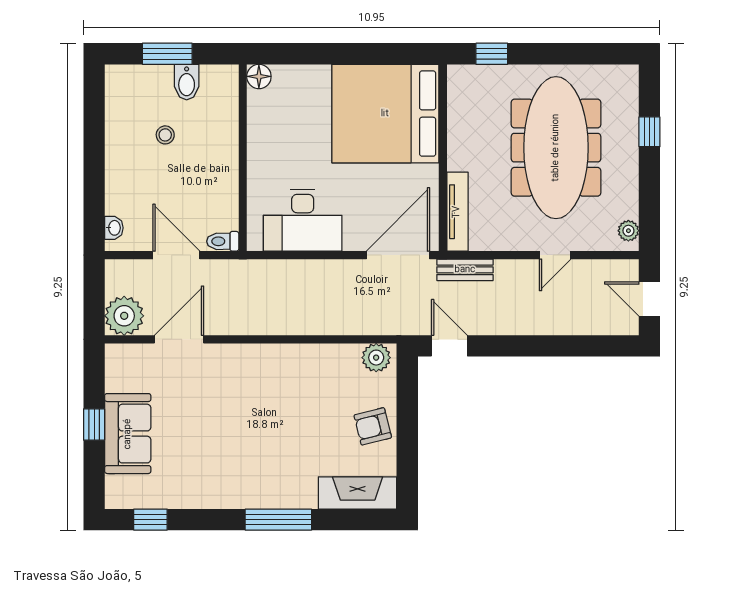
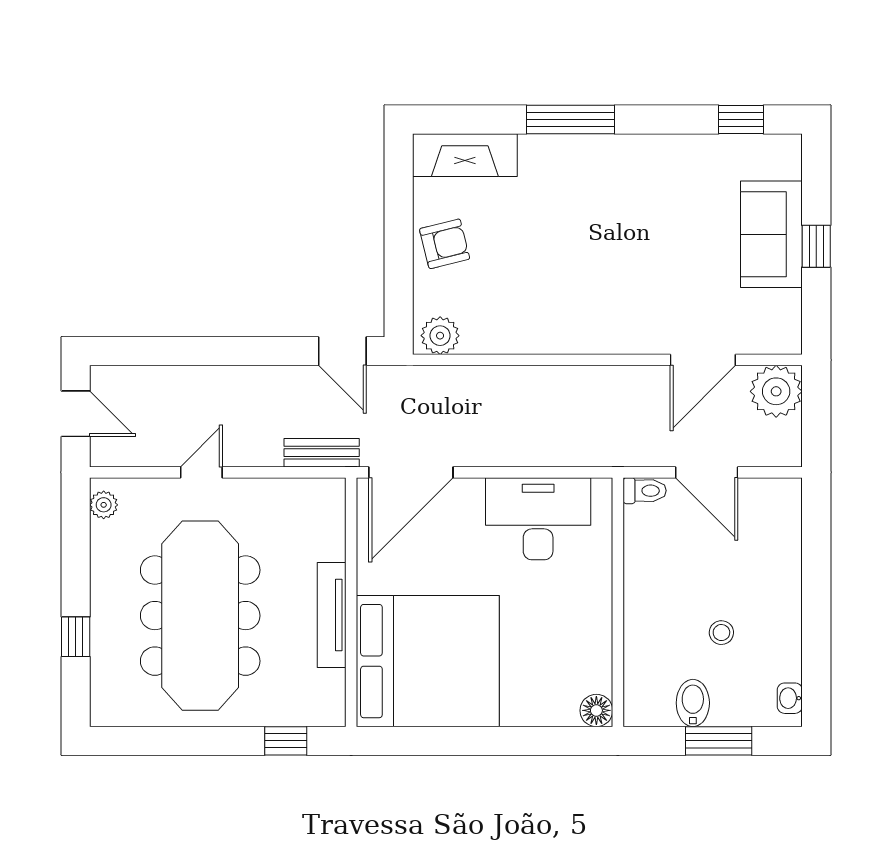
tv unit: (457, 212) -> (332, 615), moved
washbasin: (114, 228) -> (790, 698), moved

